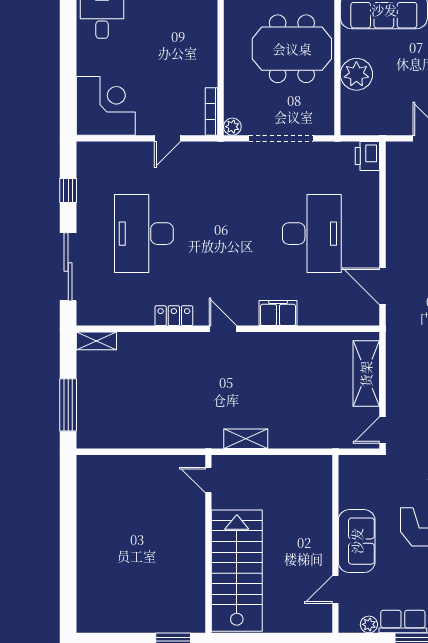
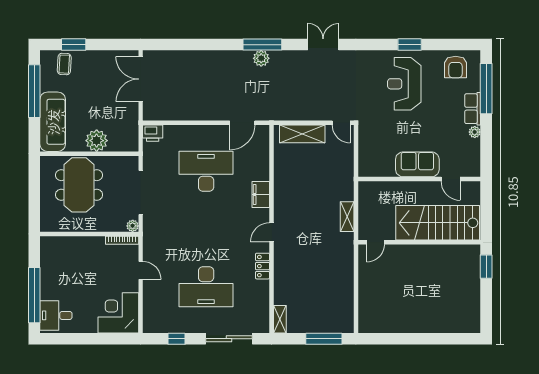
sofa: (357, 541) -> (417, 164), moved
wall: (335, 544) -> (419, 179), moved
door: (335, 589) -> (451, 179), moved

